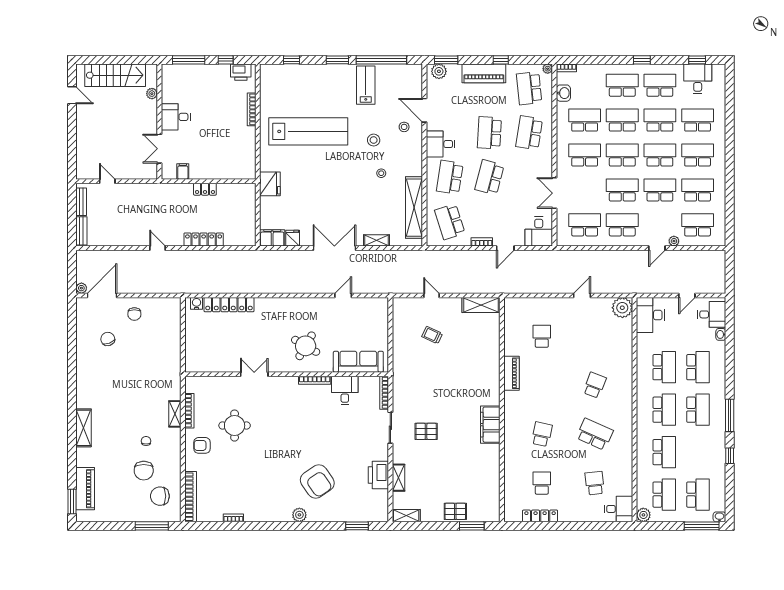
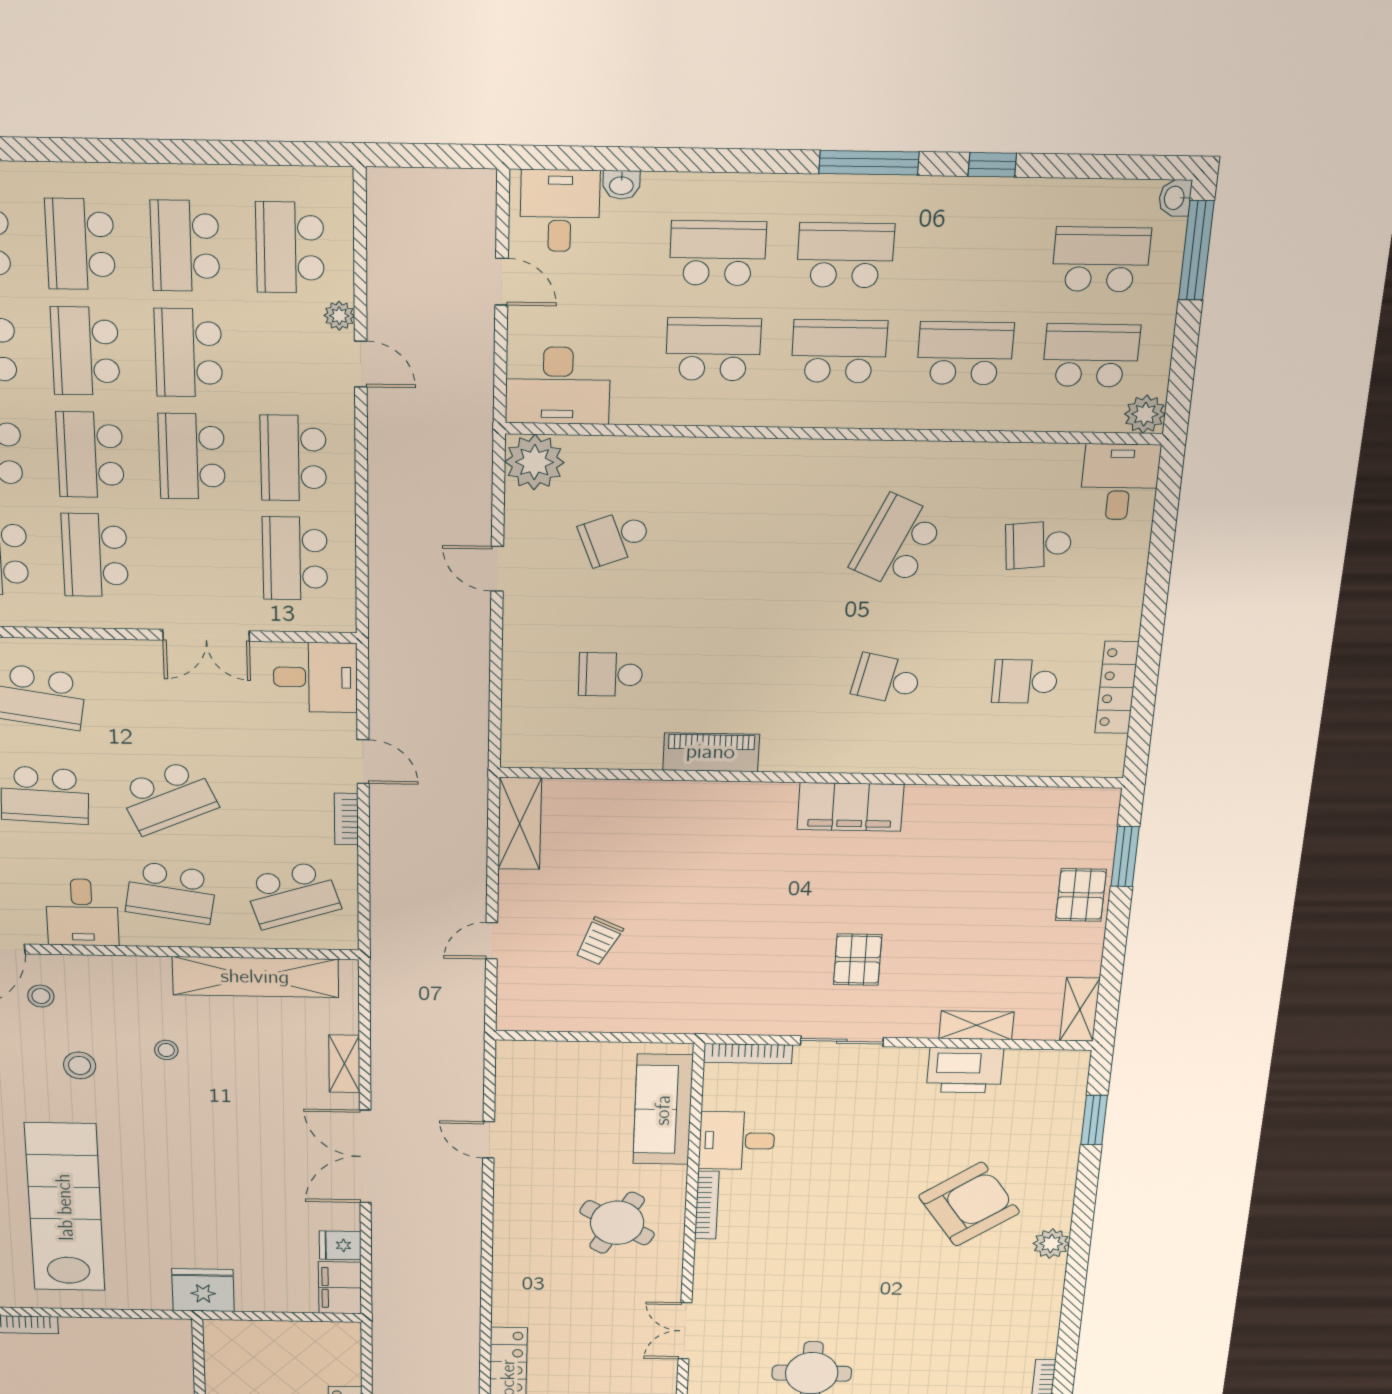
school desk: (489, 177) -> (168, 797), turned -39
school desk: (595, 385) -> (615, 537), moved, turned -42

